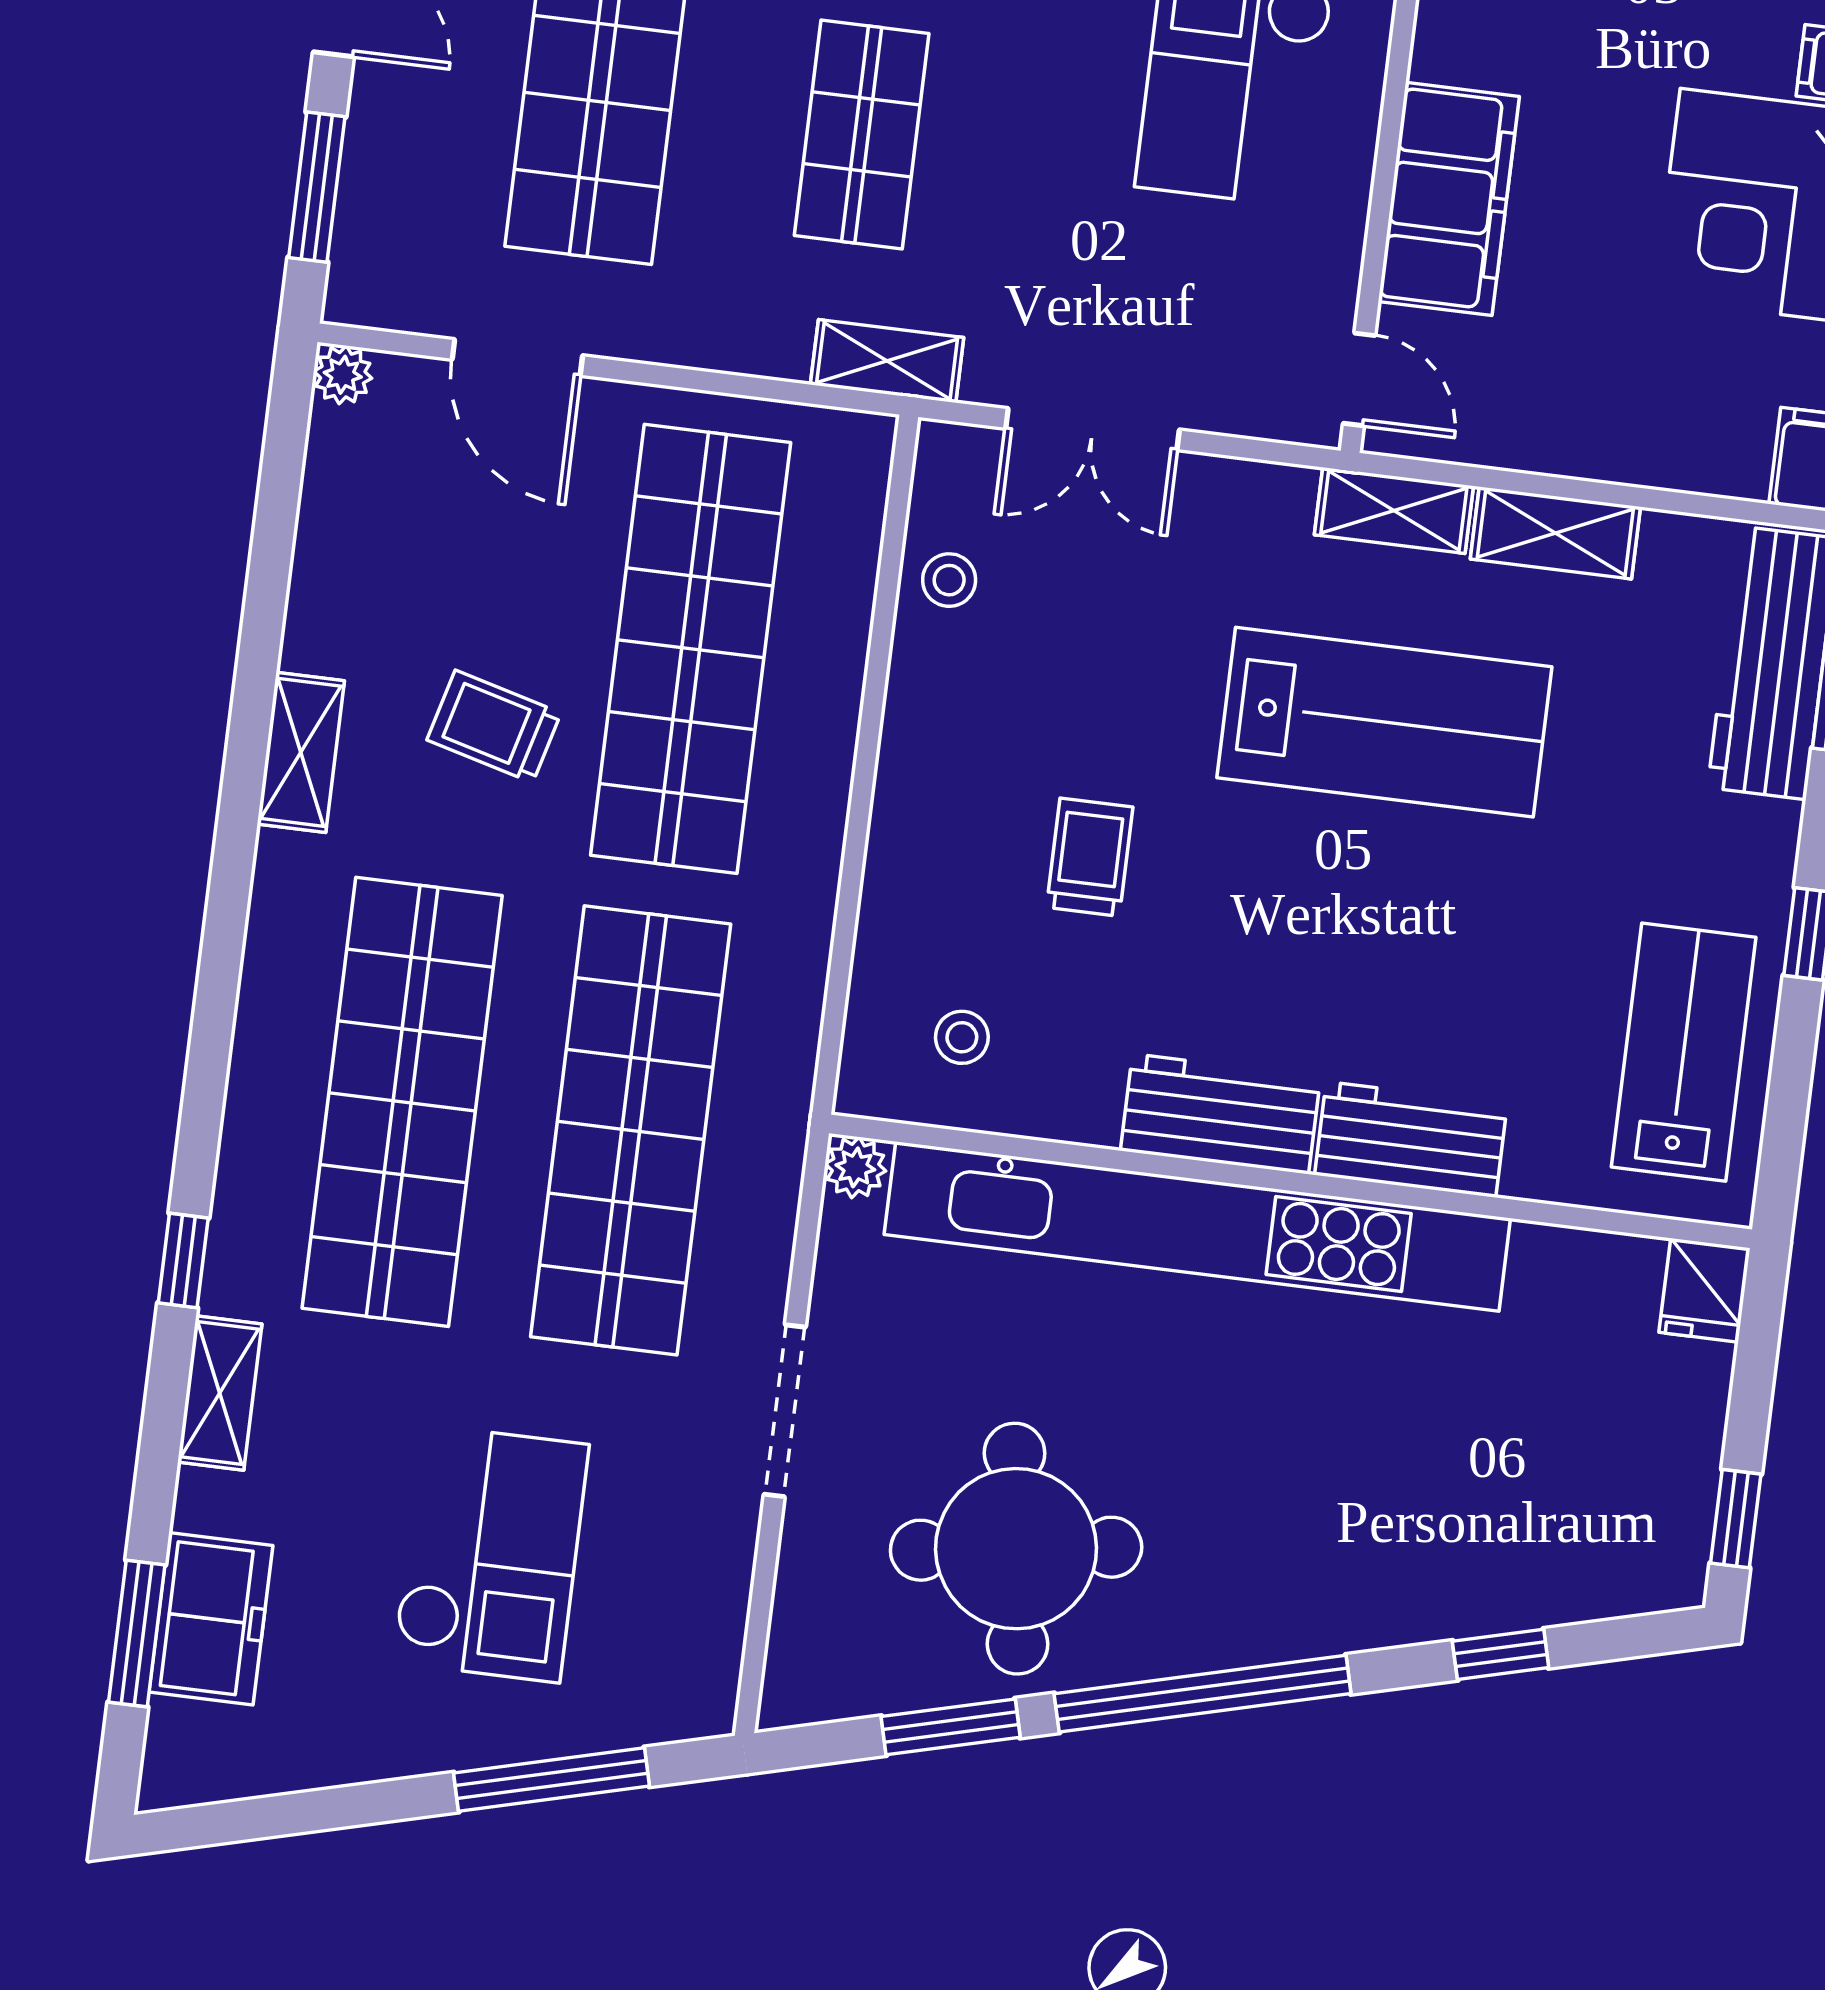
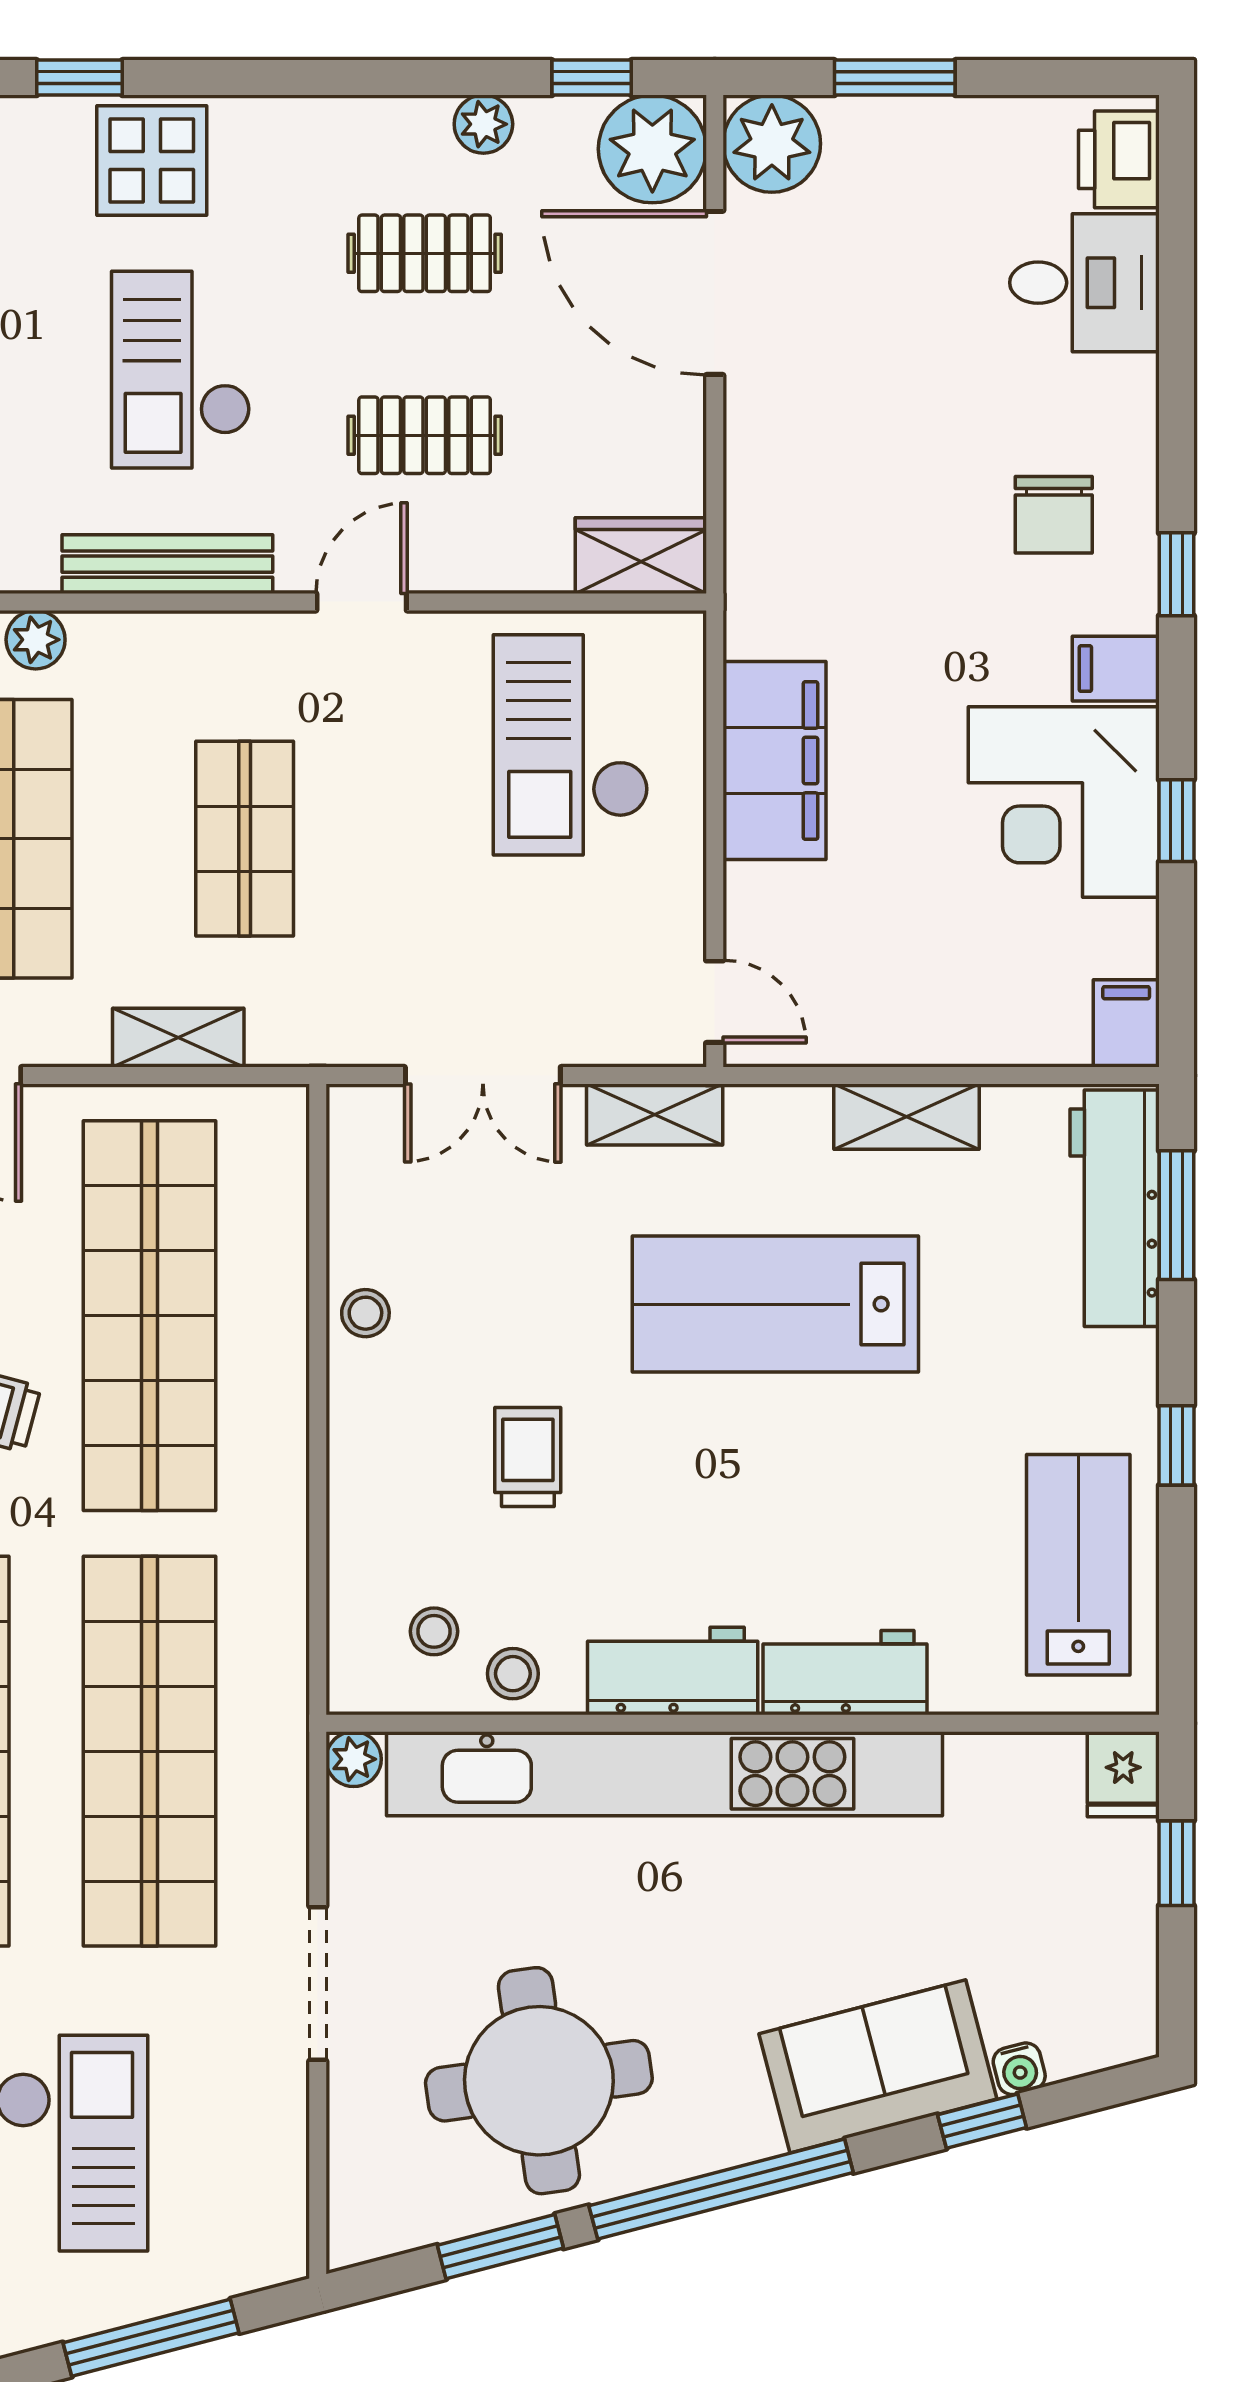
filing cabinet: (1449, 199) -> (774, 761), moved
shelving: (887, 361) -> (178, 1038), moved
shelving: (1394, 510) -> (655, 1114), moved
stool: (949, 580) -> (365, 1313), moved
lab bench: (1384, 722) -> (775, 1304), turned 180
stool: (1043, 1095) -> (513, 1674), added
window: (1736, 1519) -> (1176, 1863), moved
sofa: (1393, 1580) -> (878, 2066), added
water cooler: (1549, 1602) -> (1019, 2069), added

